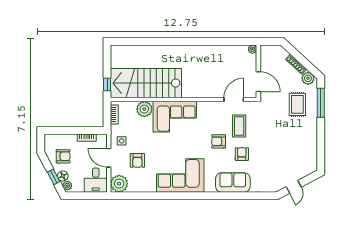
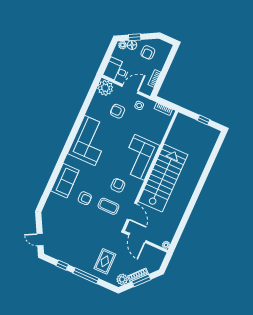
window: (300, 58) -> (141, 281), added
door: (258, 82) -> (137, 238), hinge flipped
stairs: (146, 83) -> (163, 178), moved
window: (107, 84) -> (204, 120), moved
window: (321, 103) -> (86, 276), moved
rug: (297, 104) -> (105, 261), turned 90
plant: (144, 109) -> (157, 135), removed
armchair: (219, 141) -> (118, 185), moved
window: (321, 146) -> (62, 265), added
door: (294, 187) -> (40, 240), moved

